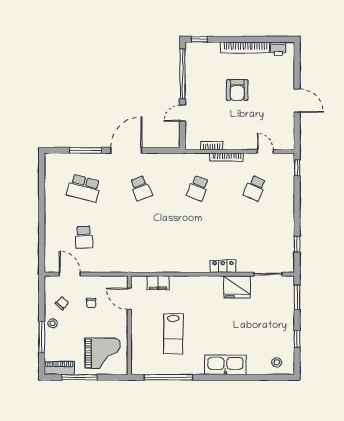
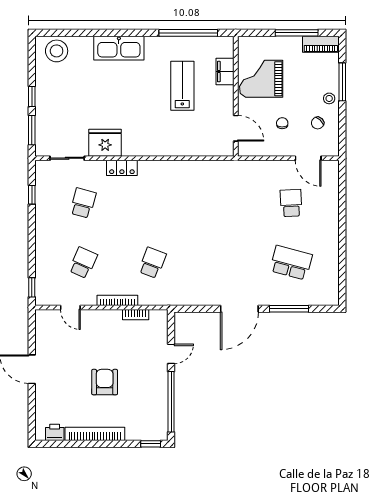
school desk: (141, 188) -> (83, 203), moved, turned 36
filing cabinet: (158, 283) -> (225, 72), moved, turned -90
window: (297, 339) -> (32, 97), moved
grand piano: (102, 353) -> (261, 79), moved
stool: (277, 362) -> (57, 51), width x1.89, depth x1.89

